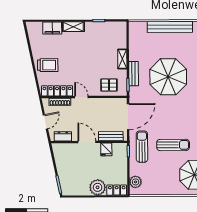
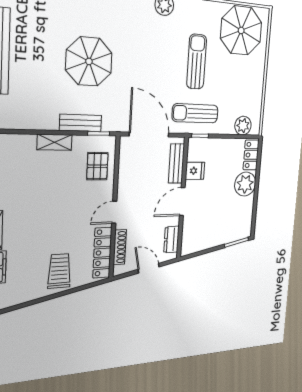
parasol: (168, 77) -> (89, 61), width x0.73, depth x0.73

